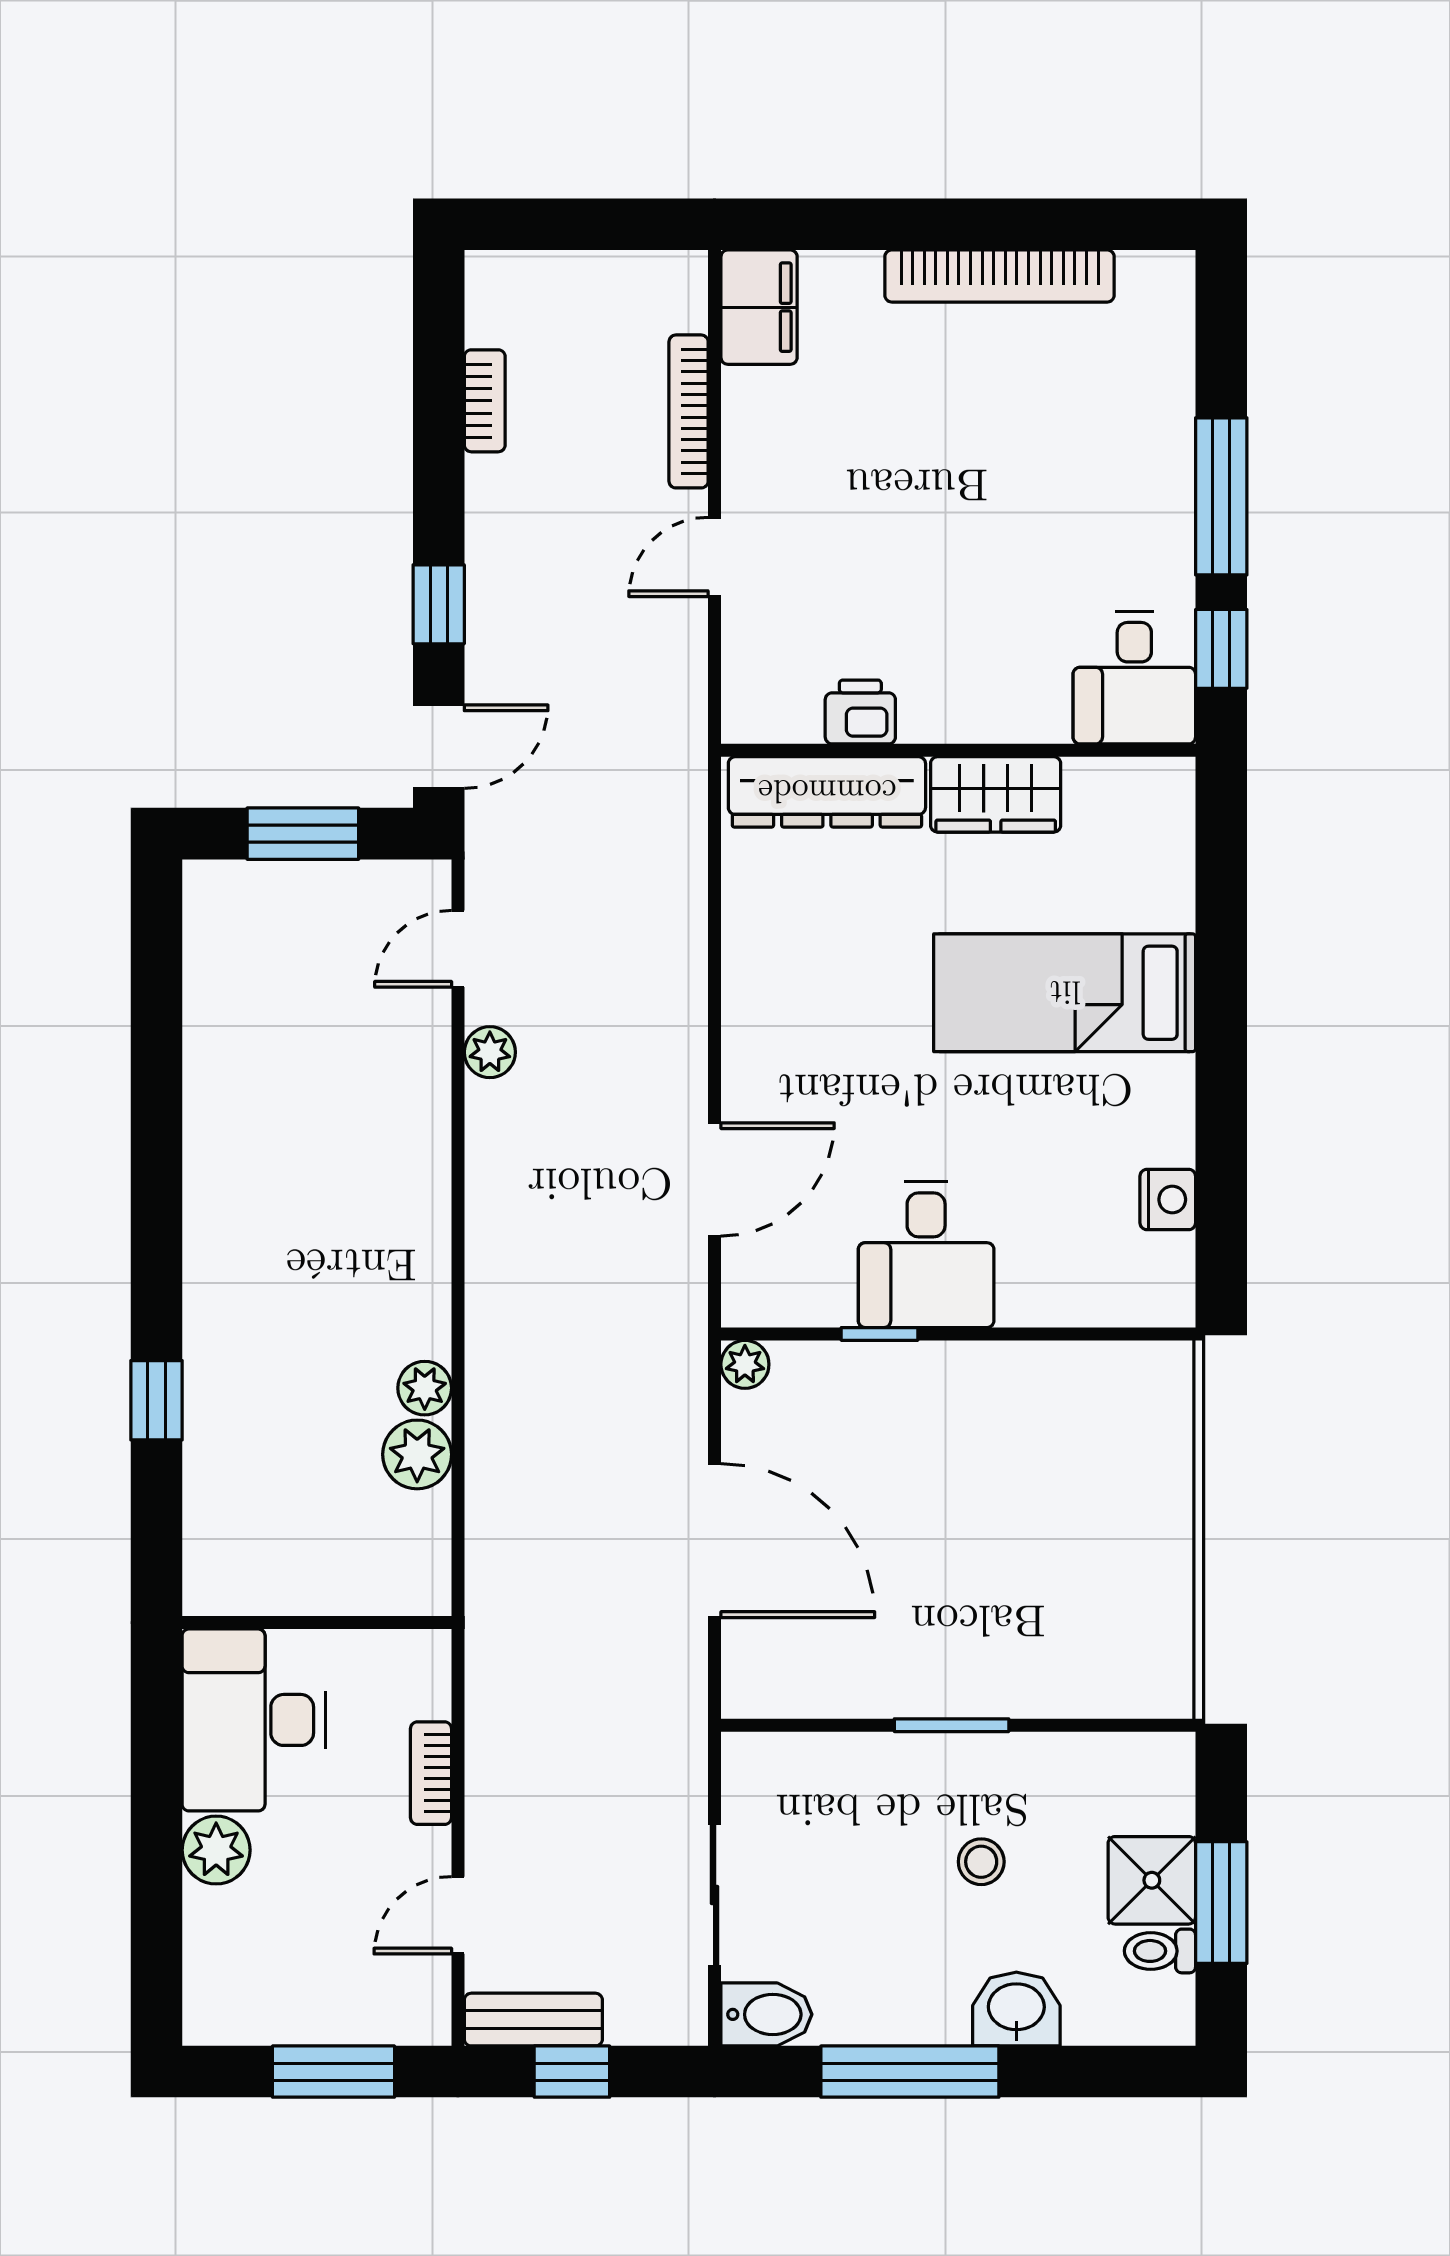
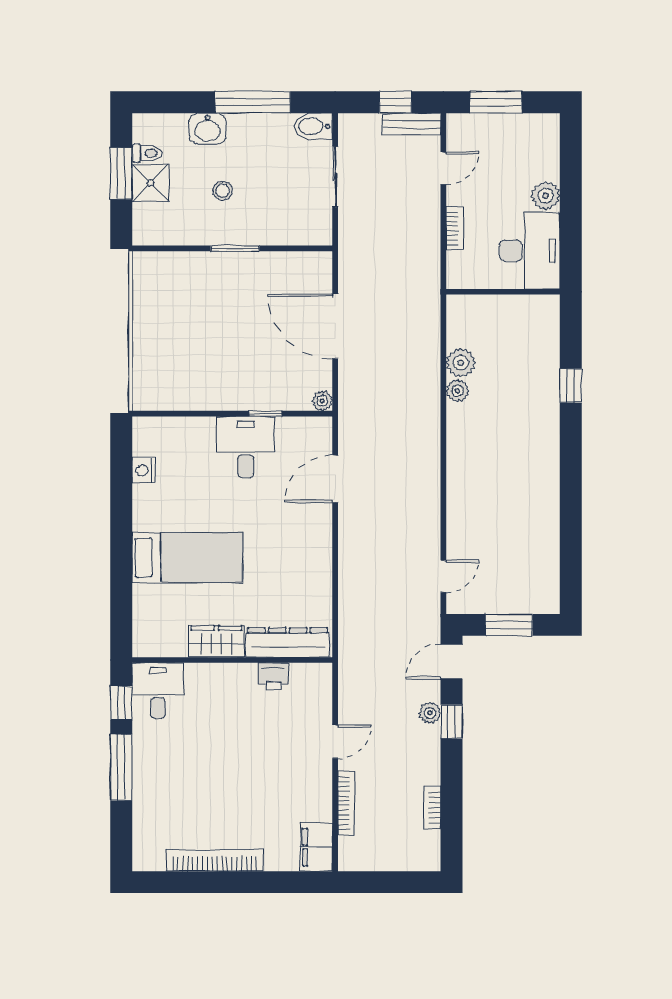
plant: (490, 1052) -> (430, 713), moved

